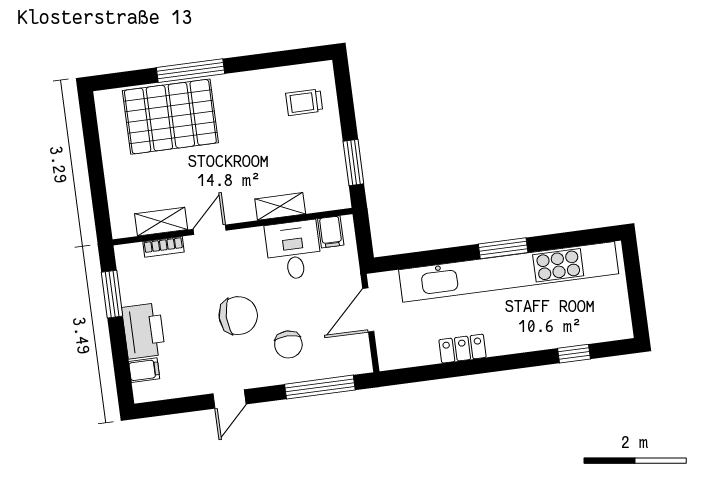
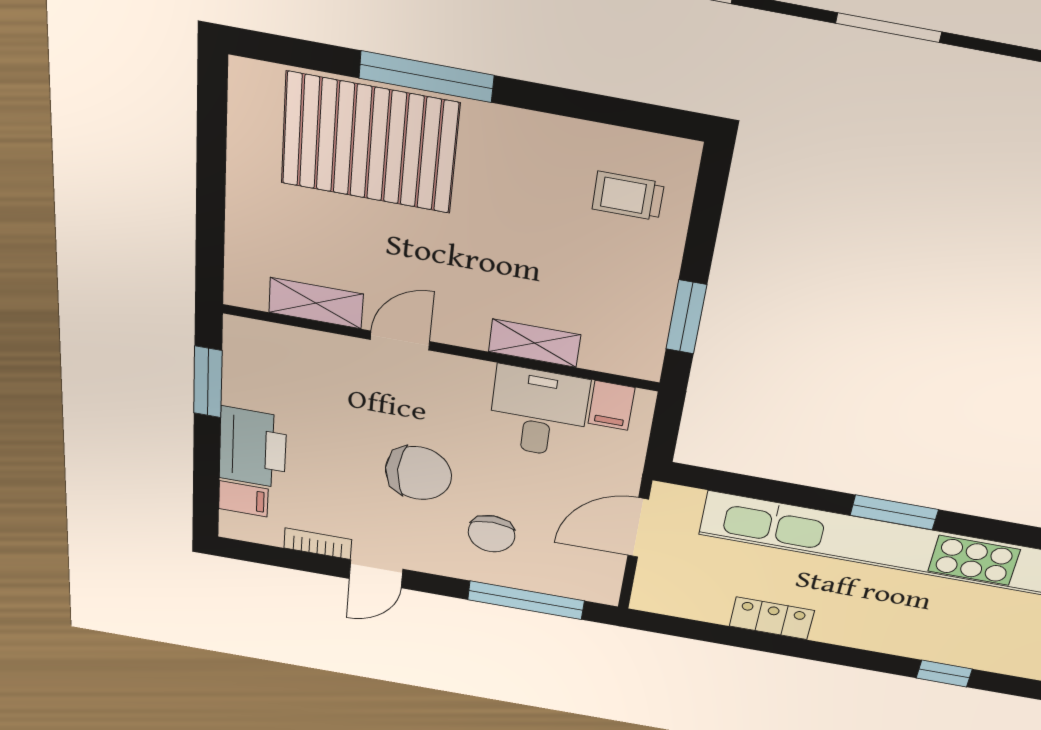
bookcase: (163, 247) -> (318, 544), moved, turned 180

